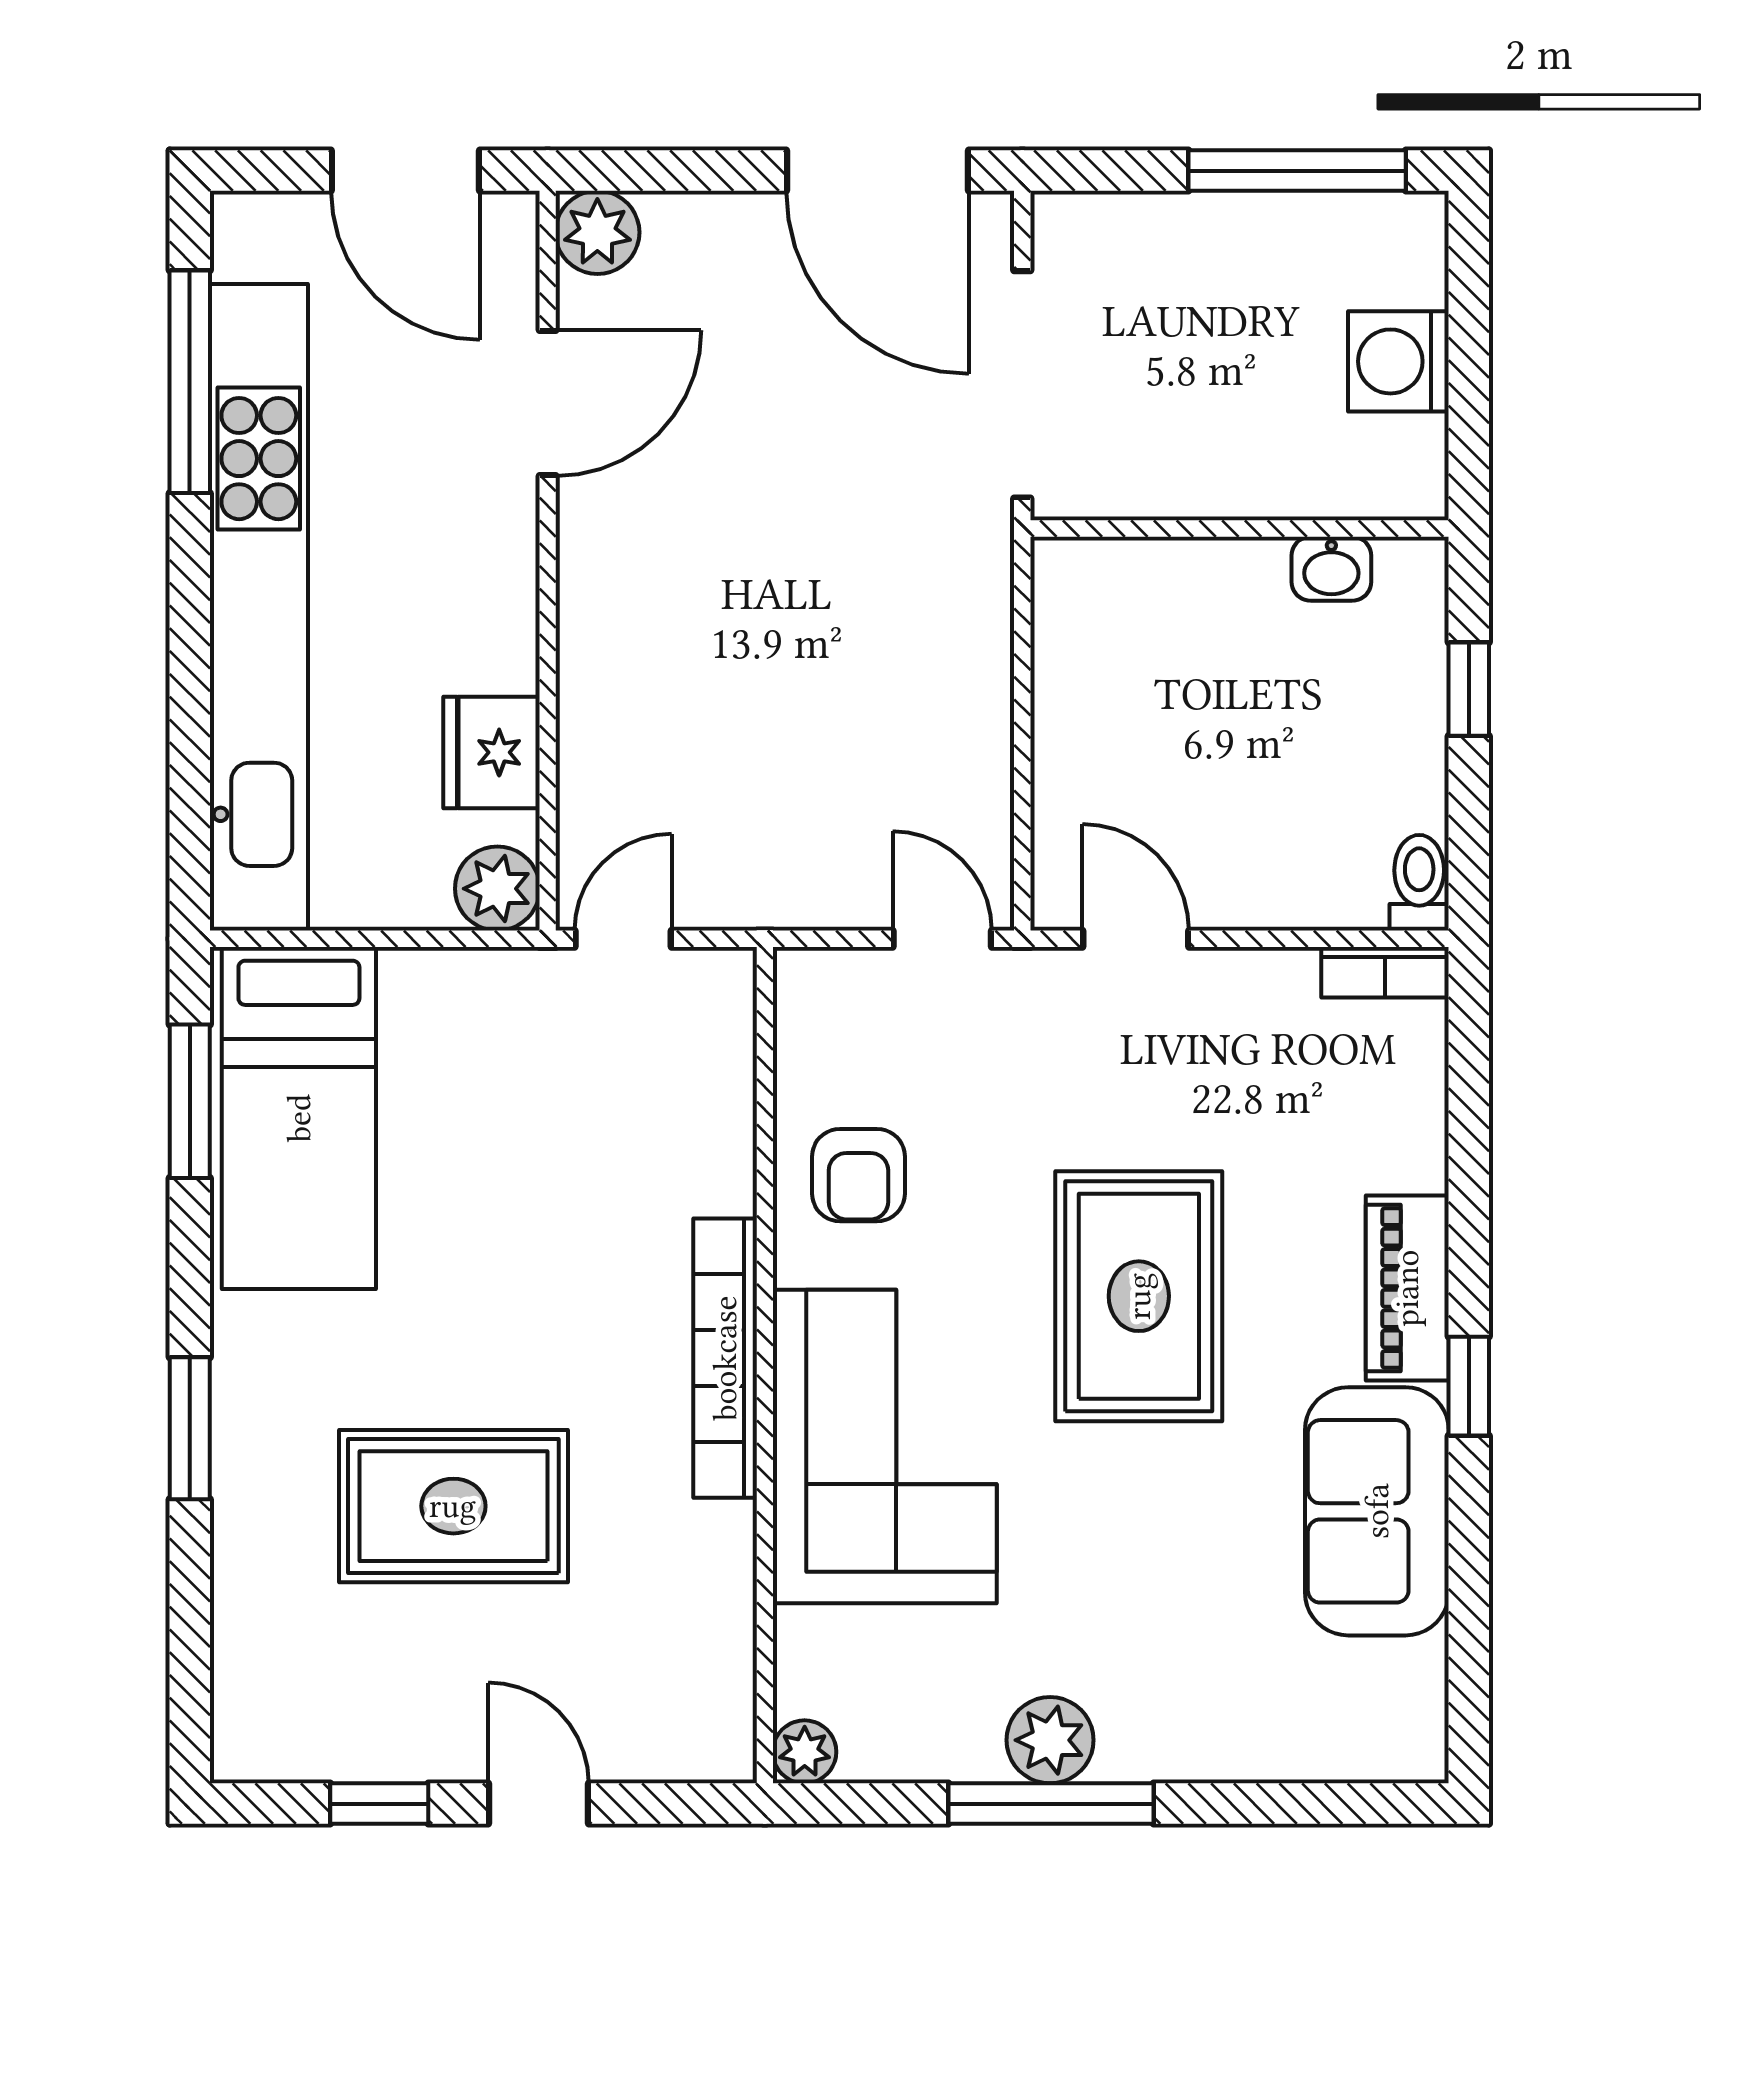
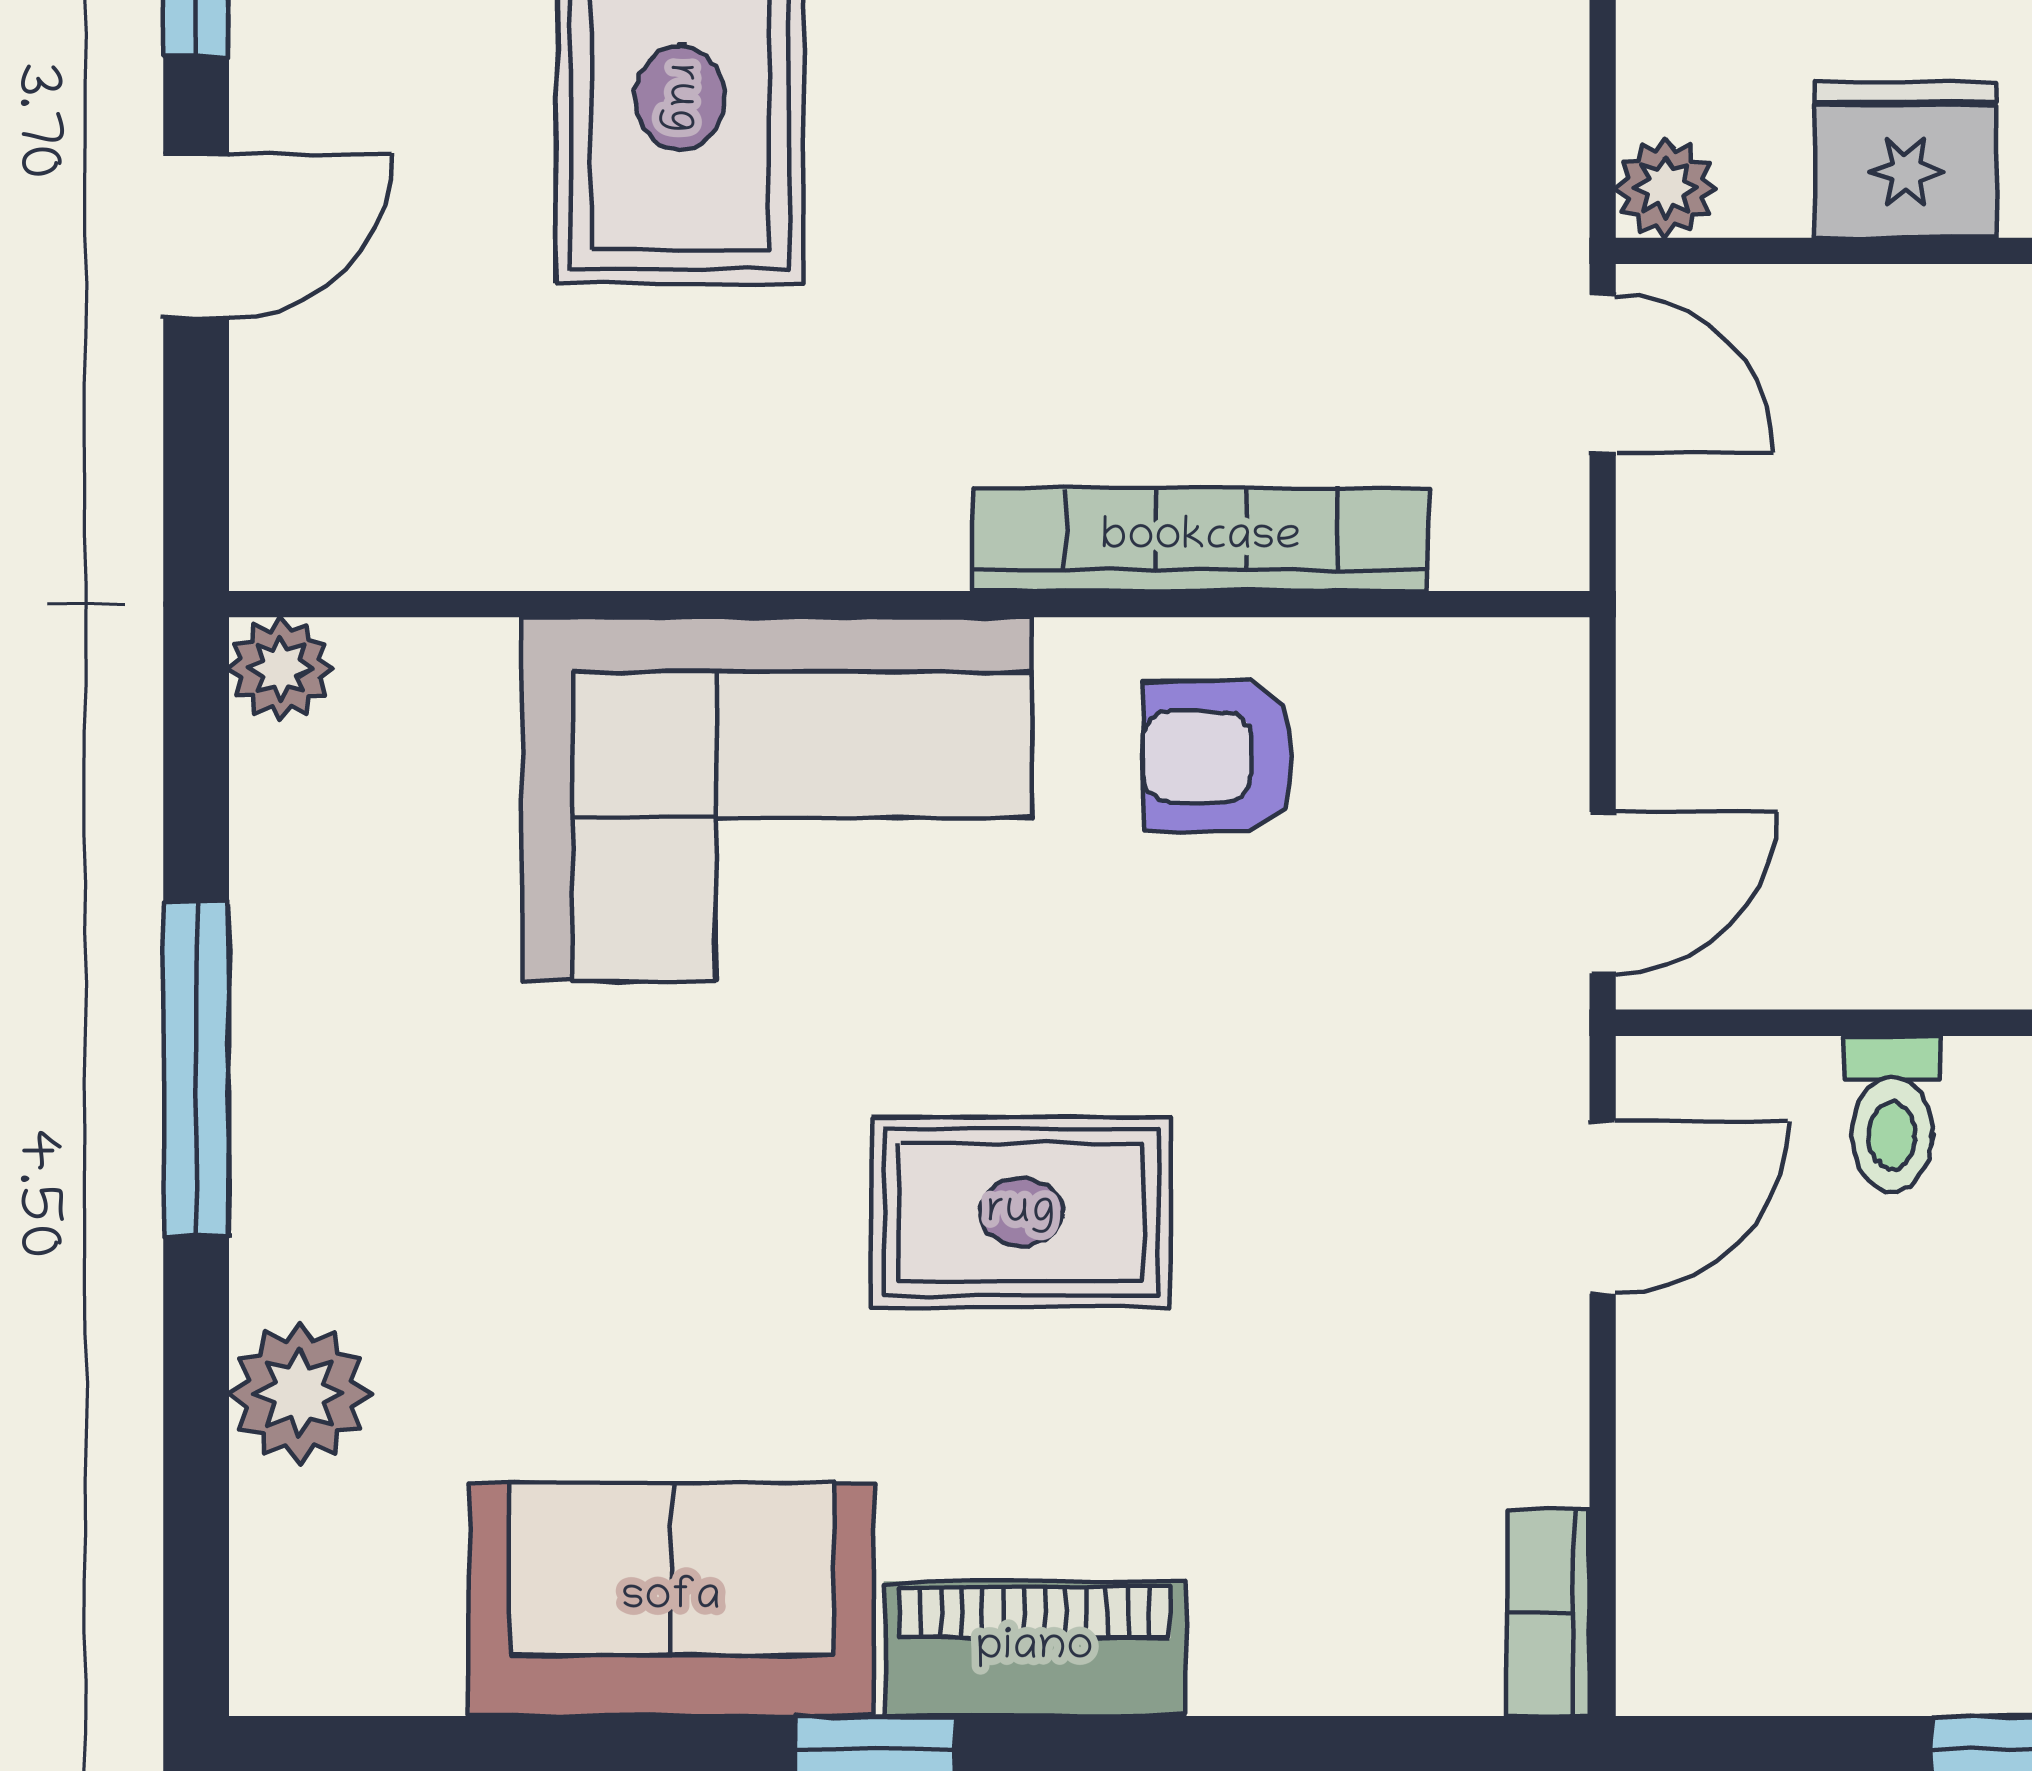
toilet: (1419, 883) -> (1892, 1114), moved, turned 90
plant: (497, 889) -> (1666, 188), width x0.73, depth x0.73
rug: (1139, 1296) -> (1021, 1212), width x0.73, depth x0.70
bookcase: (725, 1358) -> (1201, 539), moved
plant: (1050, 1740) -> (299, 1394), moved

